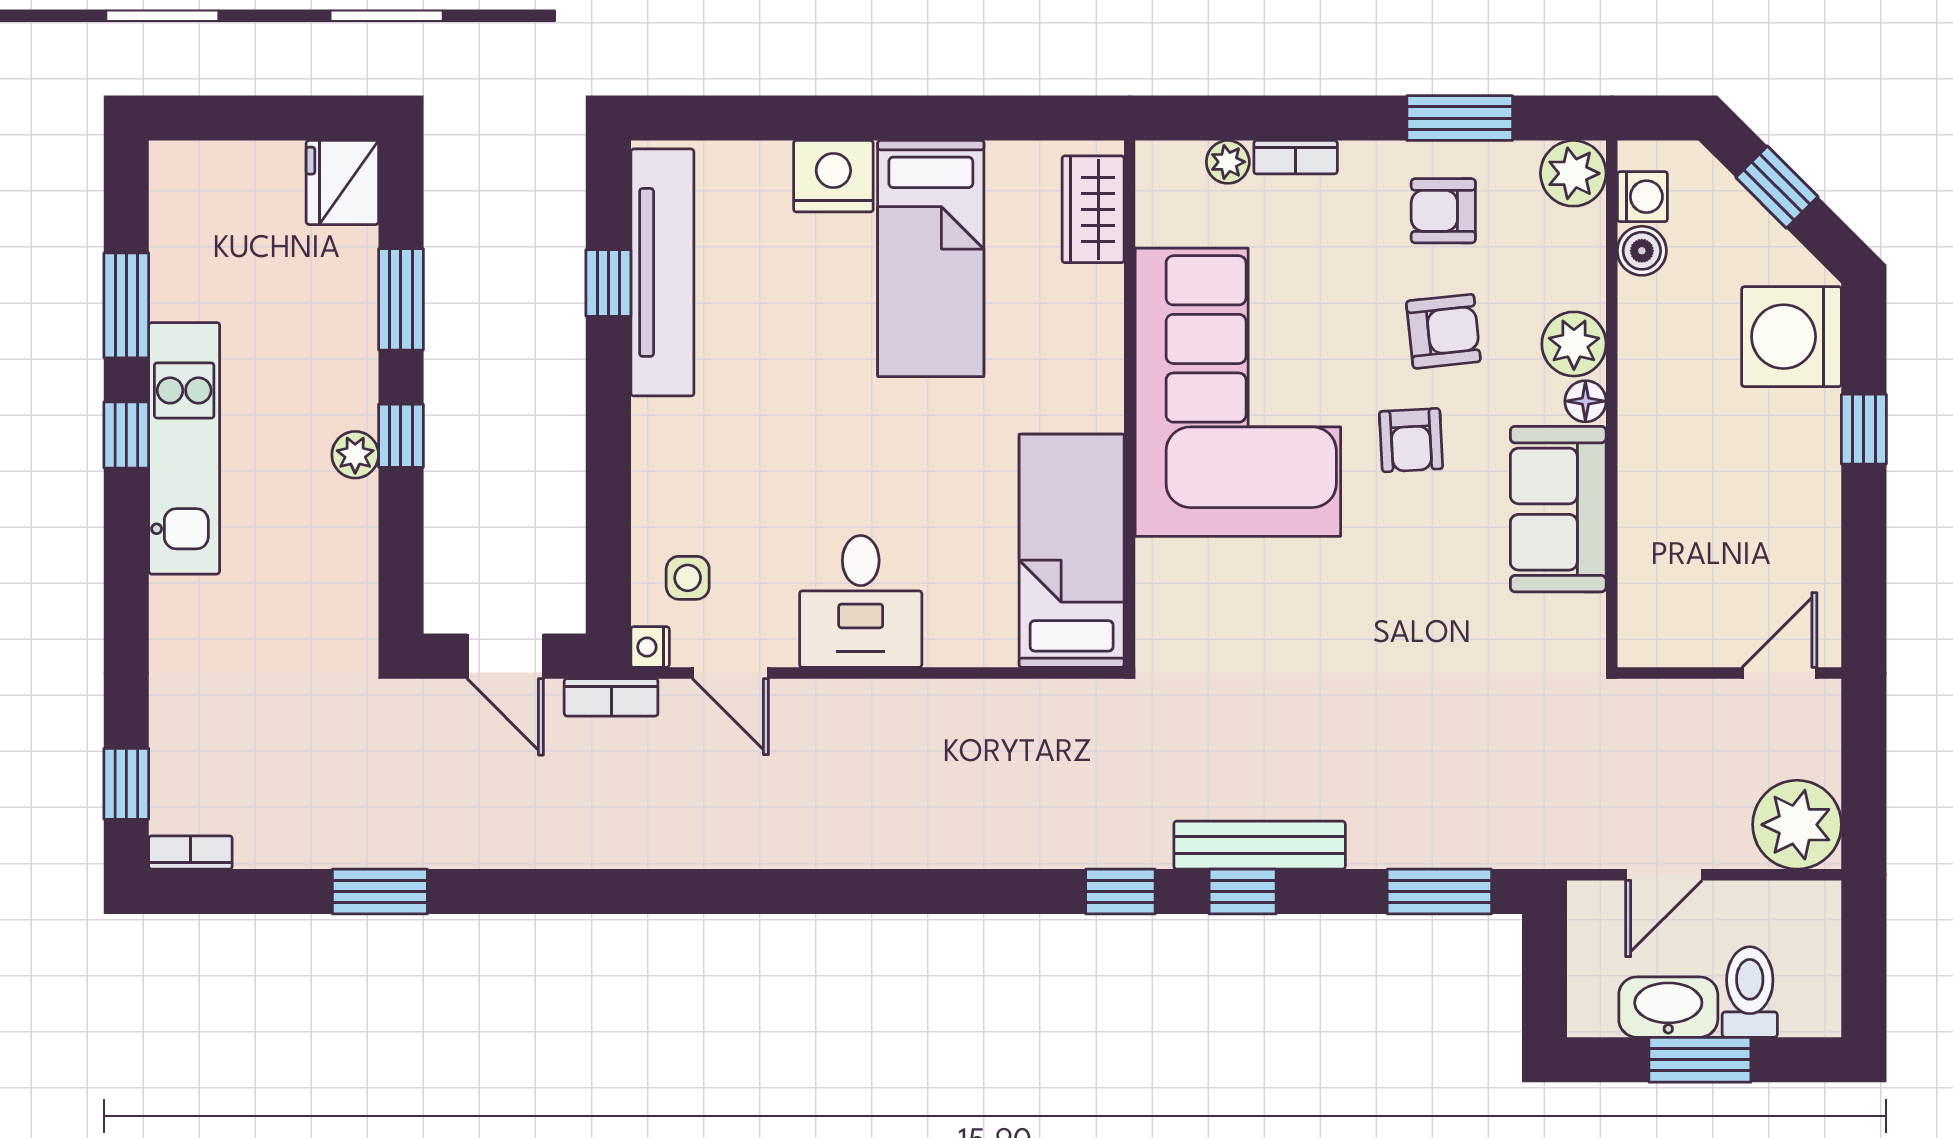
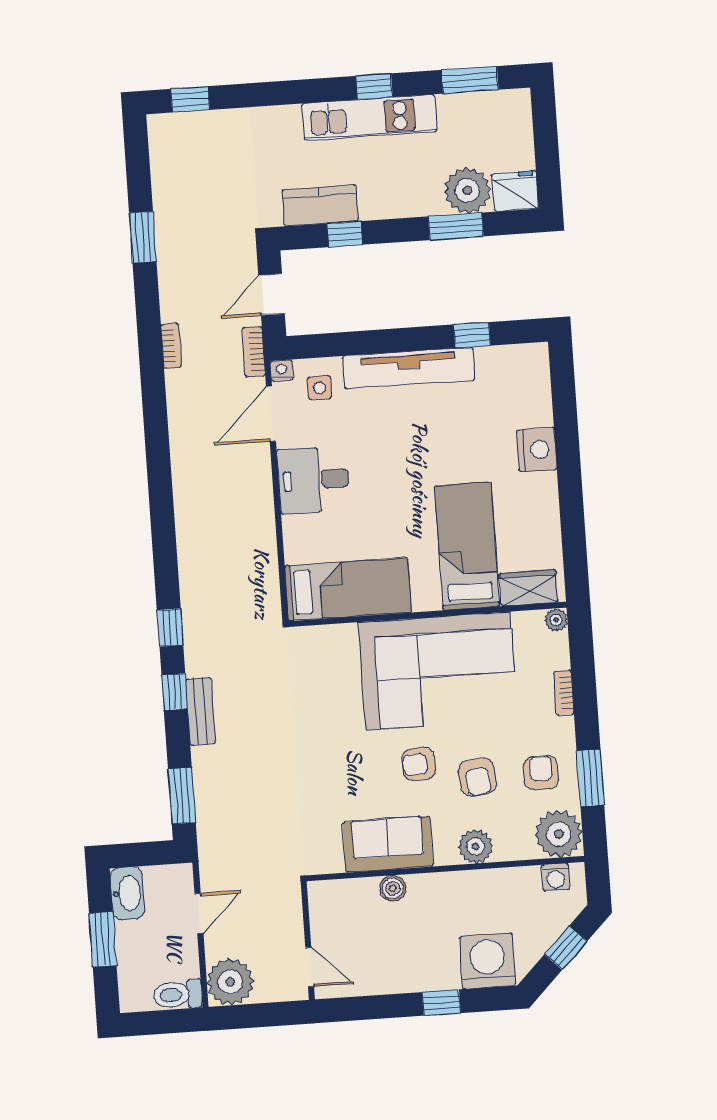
plant: (1228, 162) -> (556, 620), moved
plant: (1573, 173) -> (559, 834), width x1.36, depth x1.36
boiler: (1642, 251) -> (393, 888), moved
bed: (931, 259) -> (467, 546), moved, turned 90
tv unit: (662, 272) -> (409, 368), moved
window: (126, 305) -> (470, 80), moved
floor lamp: (1585, 401) -> (446, 855), removed
window: (401, 436) -> (345, 234), moved
plant: (355, 455) -> (467, 190), moved, width x1.88, depth x1.88
kitchen counter: (344, 552) -> (320, 205), added
door: (730, 673) -> (271, 414), width x1.38
bench: (1260, 845) -> (201, 711), width x0.73
bookcase: (190, 852) -> (171, 346), moved
door: (1664, 875) -> (199, 913), swing flipped
toilet: (1750, 992) -> (178, 995), moved, turned 180
washbasin: (1668, 1007) -> (127, 893), moved

